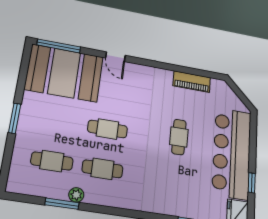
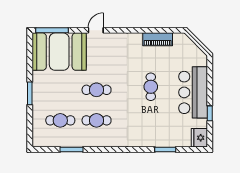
door: (115, 57) -> (96, 30), swing flipped
bar counter: (232, 153) -> (193, 92), width x0.73
plant: (76, 195) -> (81, 142), removed

